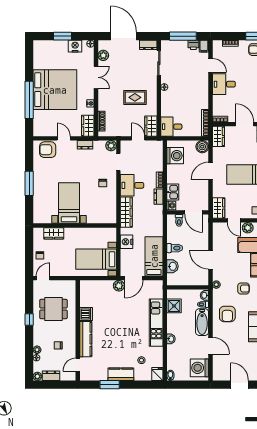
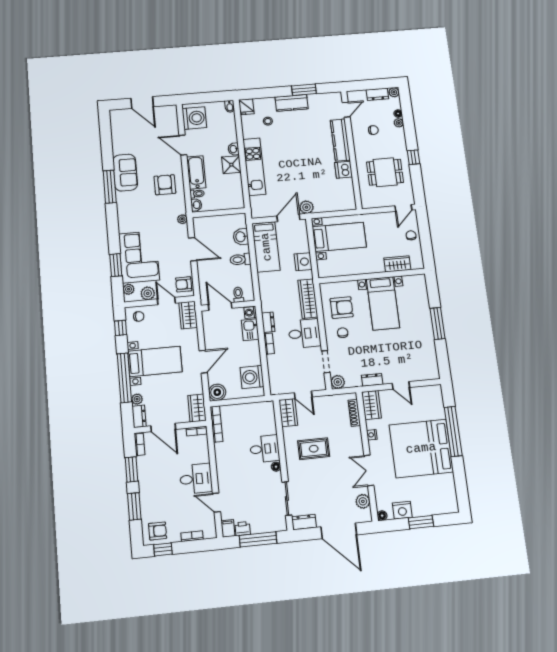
desk: (171, 127) -> (265, 449), moved
armchair: (48, 150) -> (342, 308), moved
armchair: (243, 288) -> (184, 284), moved
shower: (174, 306) -> (231, 165), moved

